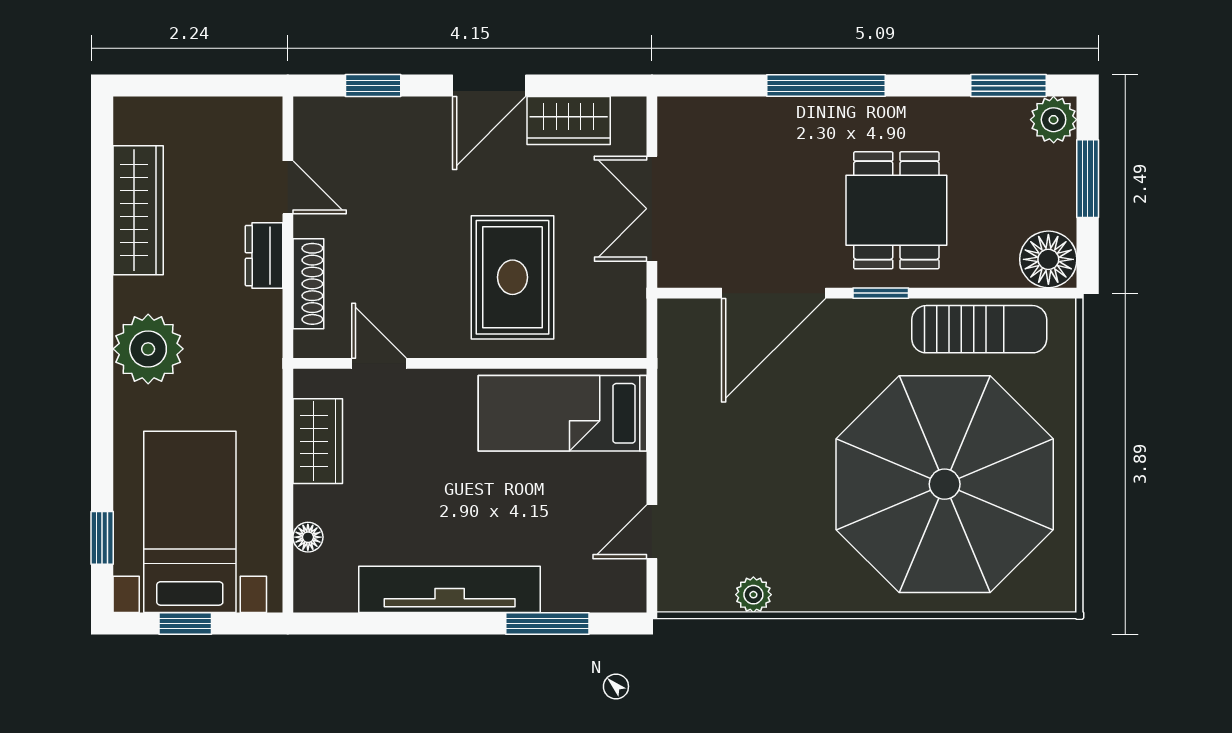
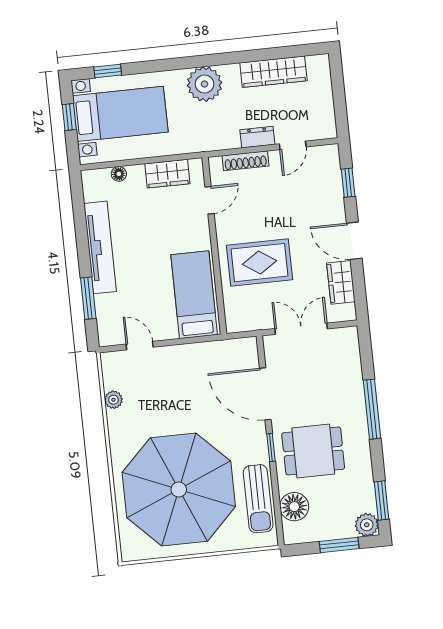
floor lamp: (1048, 259) -> (294, 507), moved

